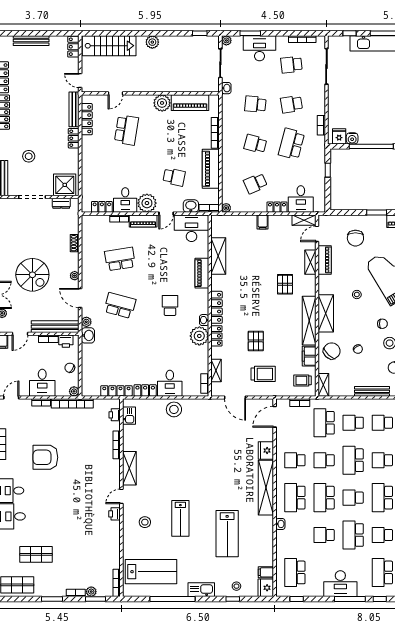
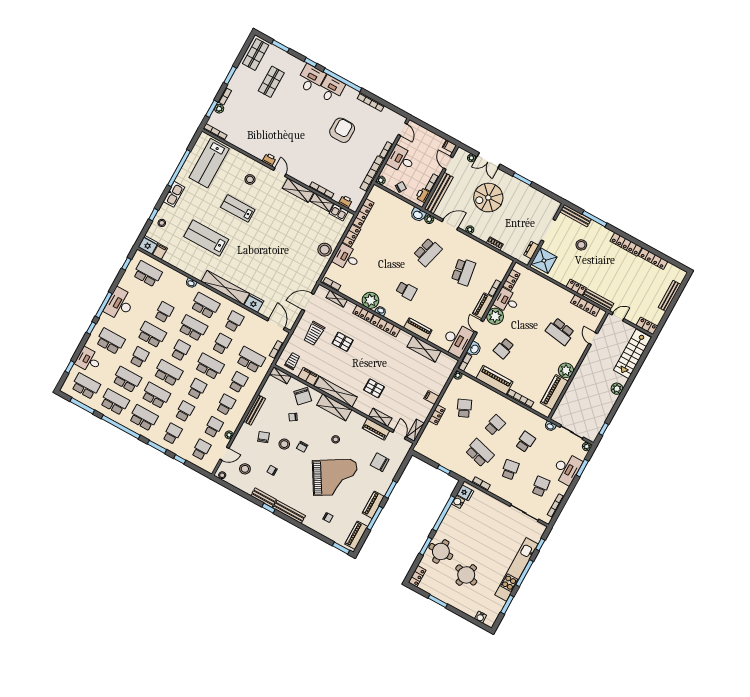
desk: (301, 199) -> (433, 437), removed
shelving: (128, 438) -> (322, 202), added

